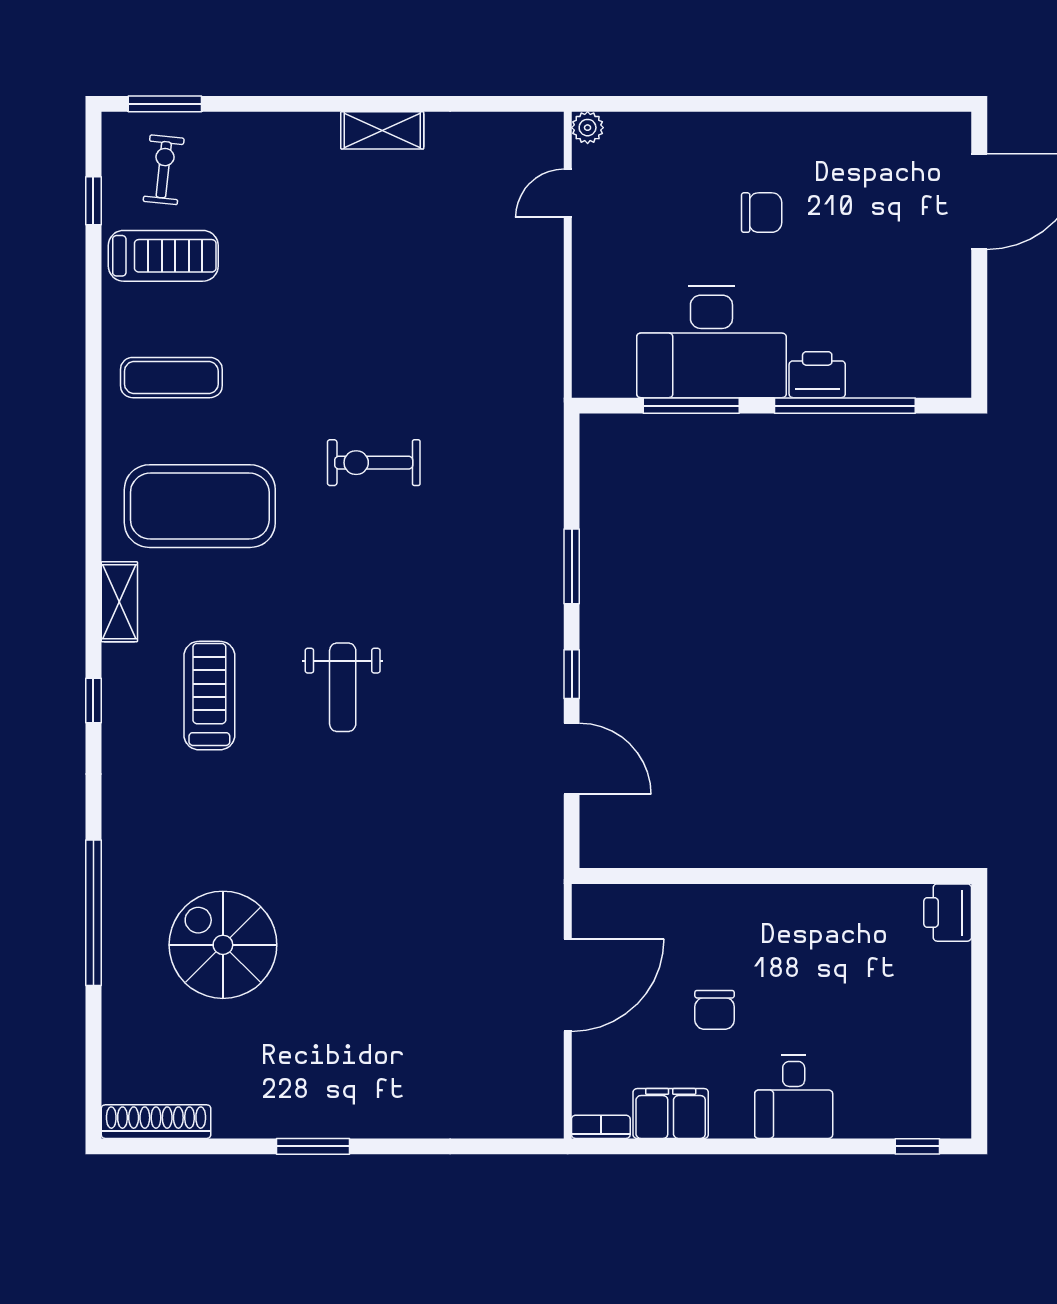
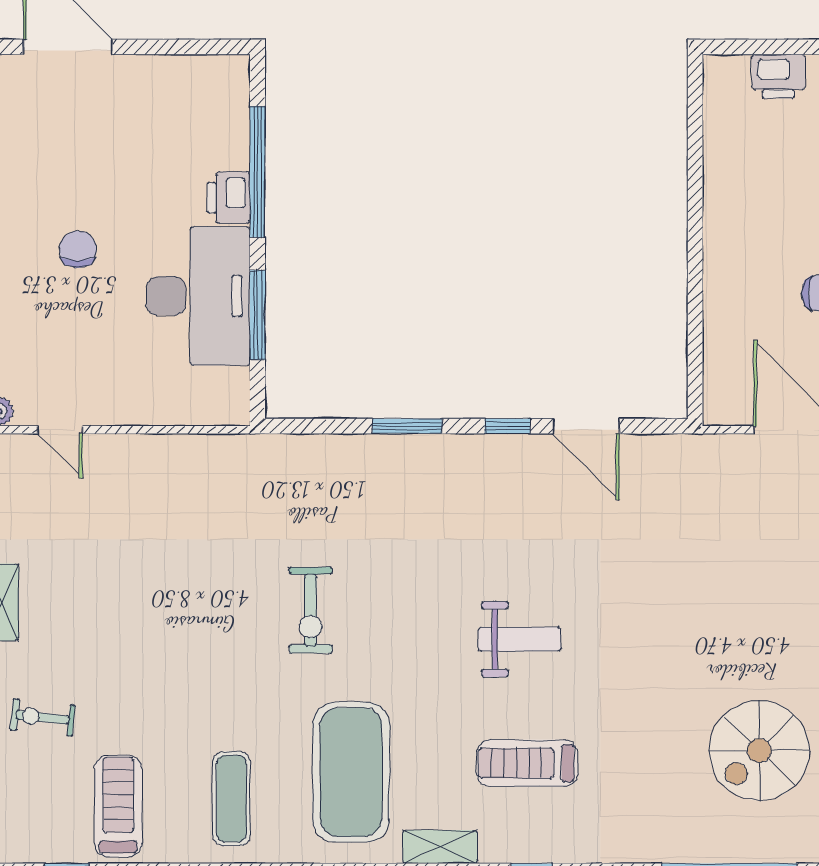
exercise bike: (164, 170) -> (43, 717), moved
door: (572, 759) -> (586, 426), swing flipped
printer: (948, 913) -> (778, 76), moved

